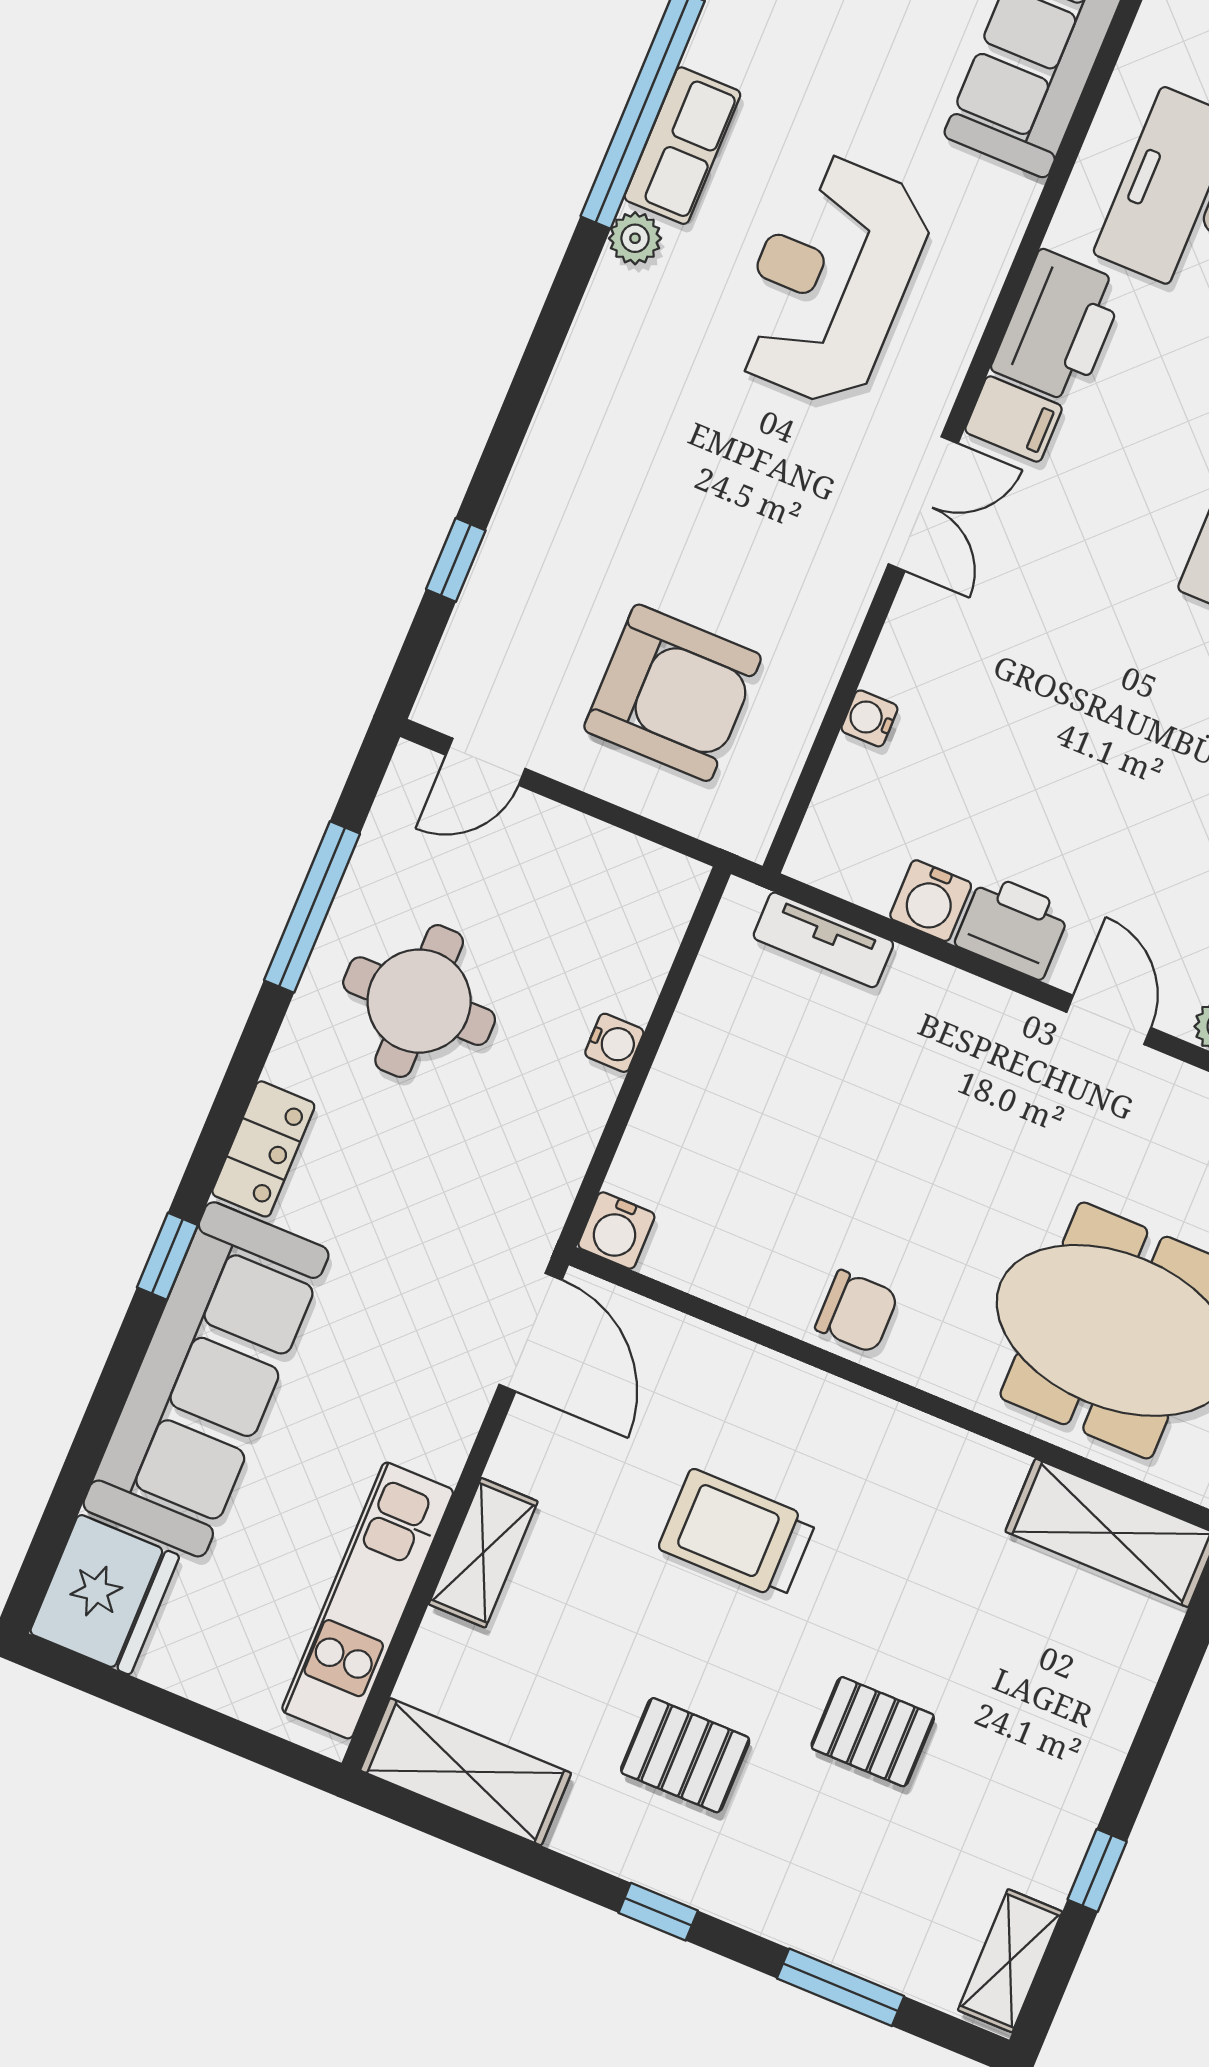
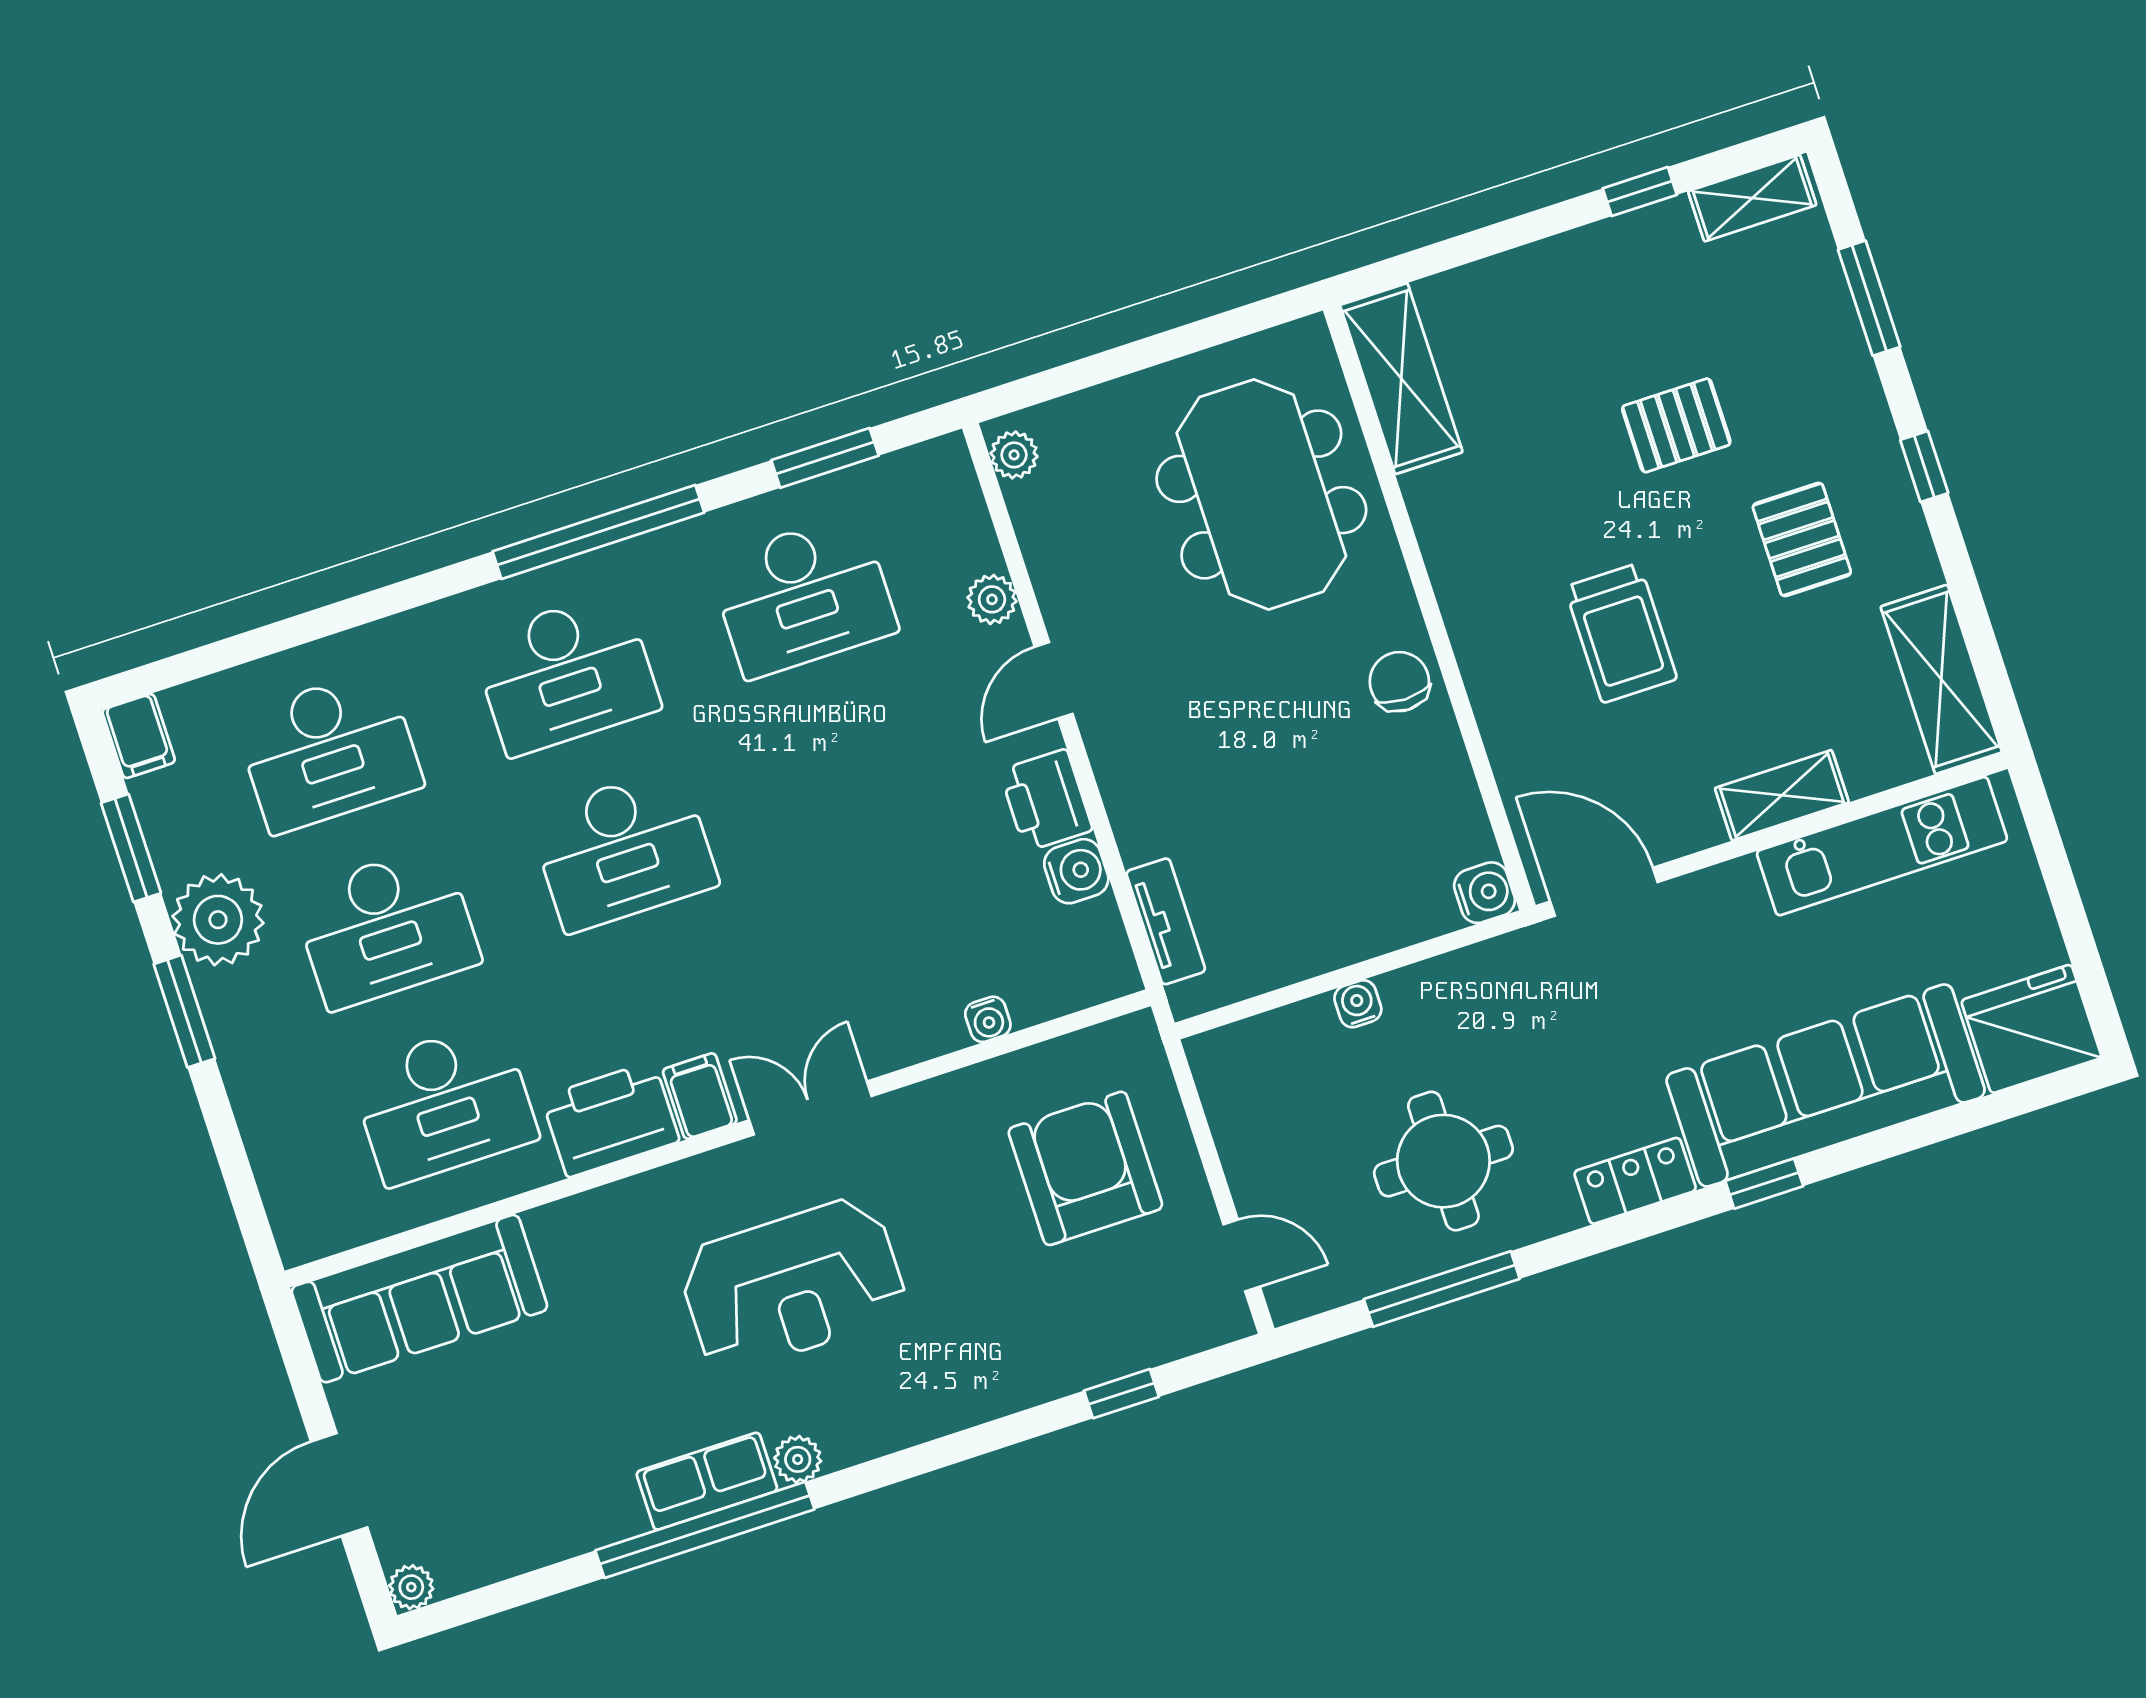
reception desk: (830, 280) -> (793, 1285), moved
door: (531, 1332) -> (1604, 892), hinge flipped
pallet: (873, 1732) -> (1676, 425), turned 90

